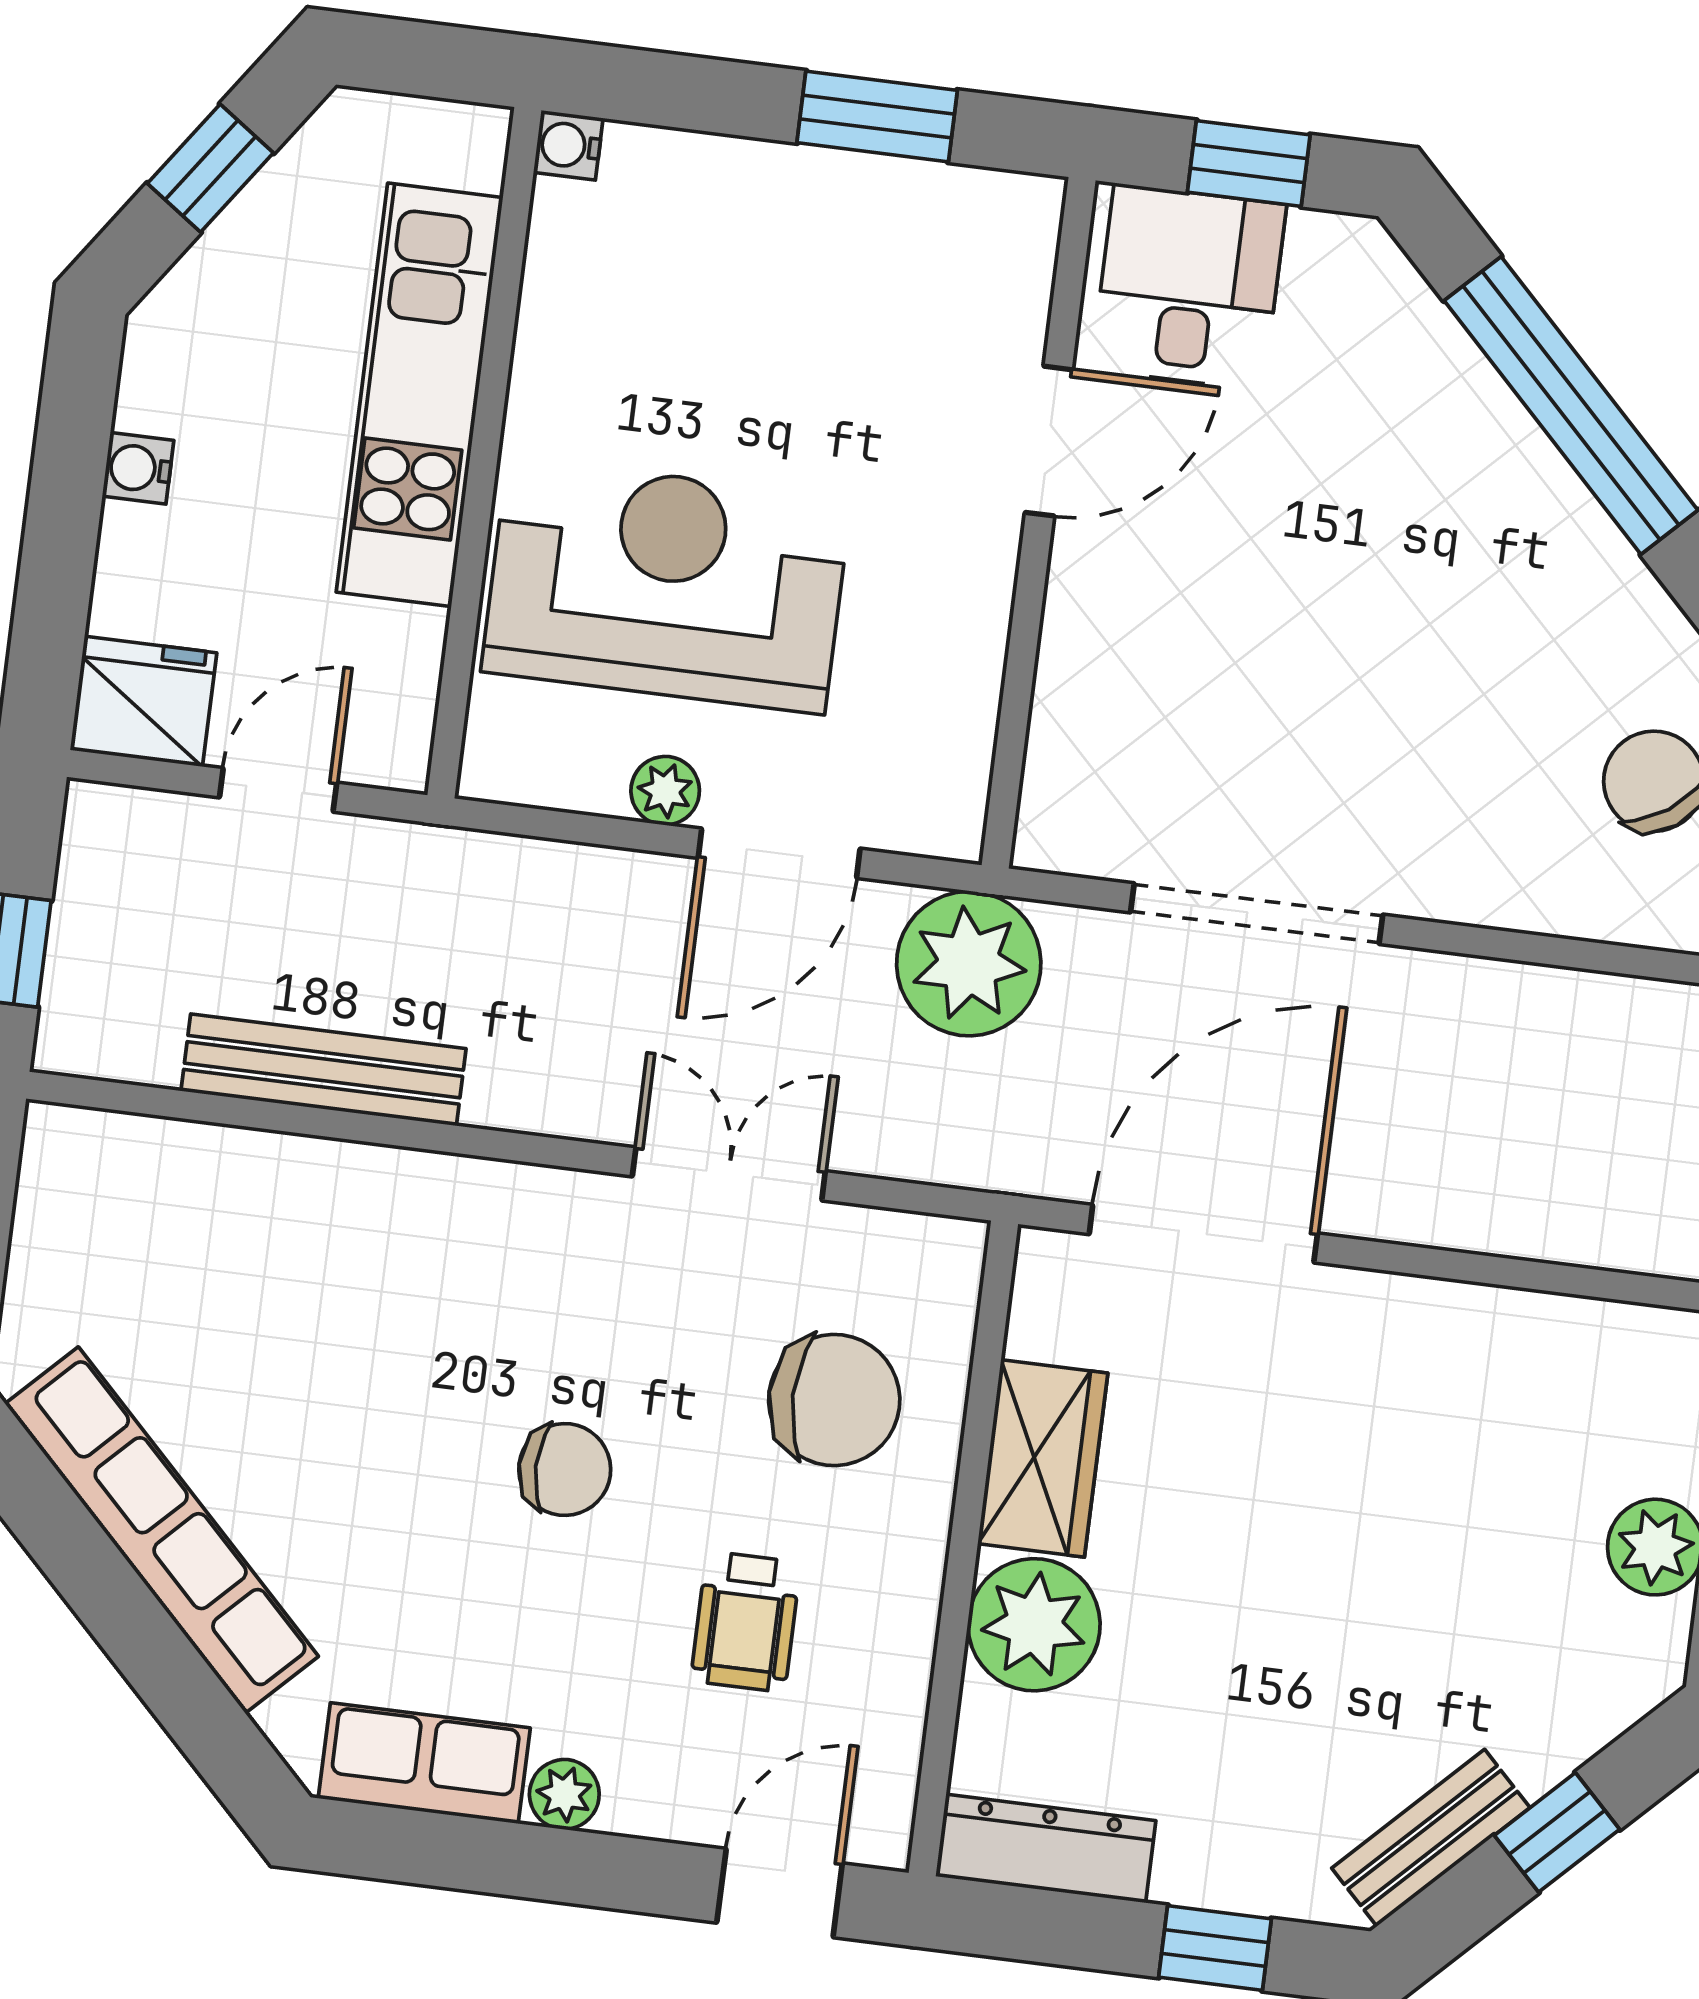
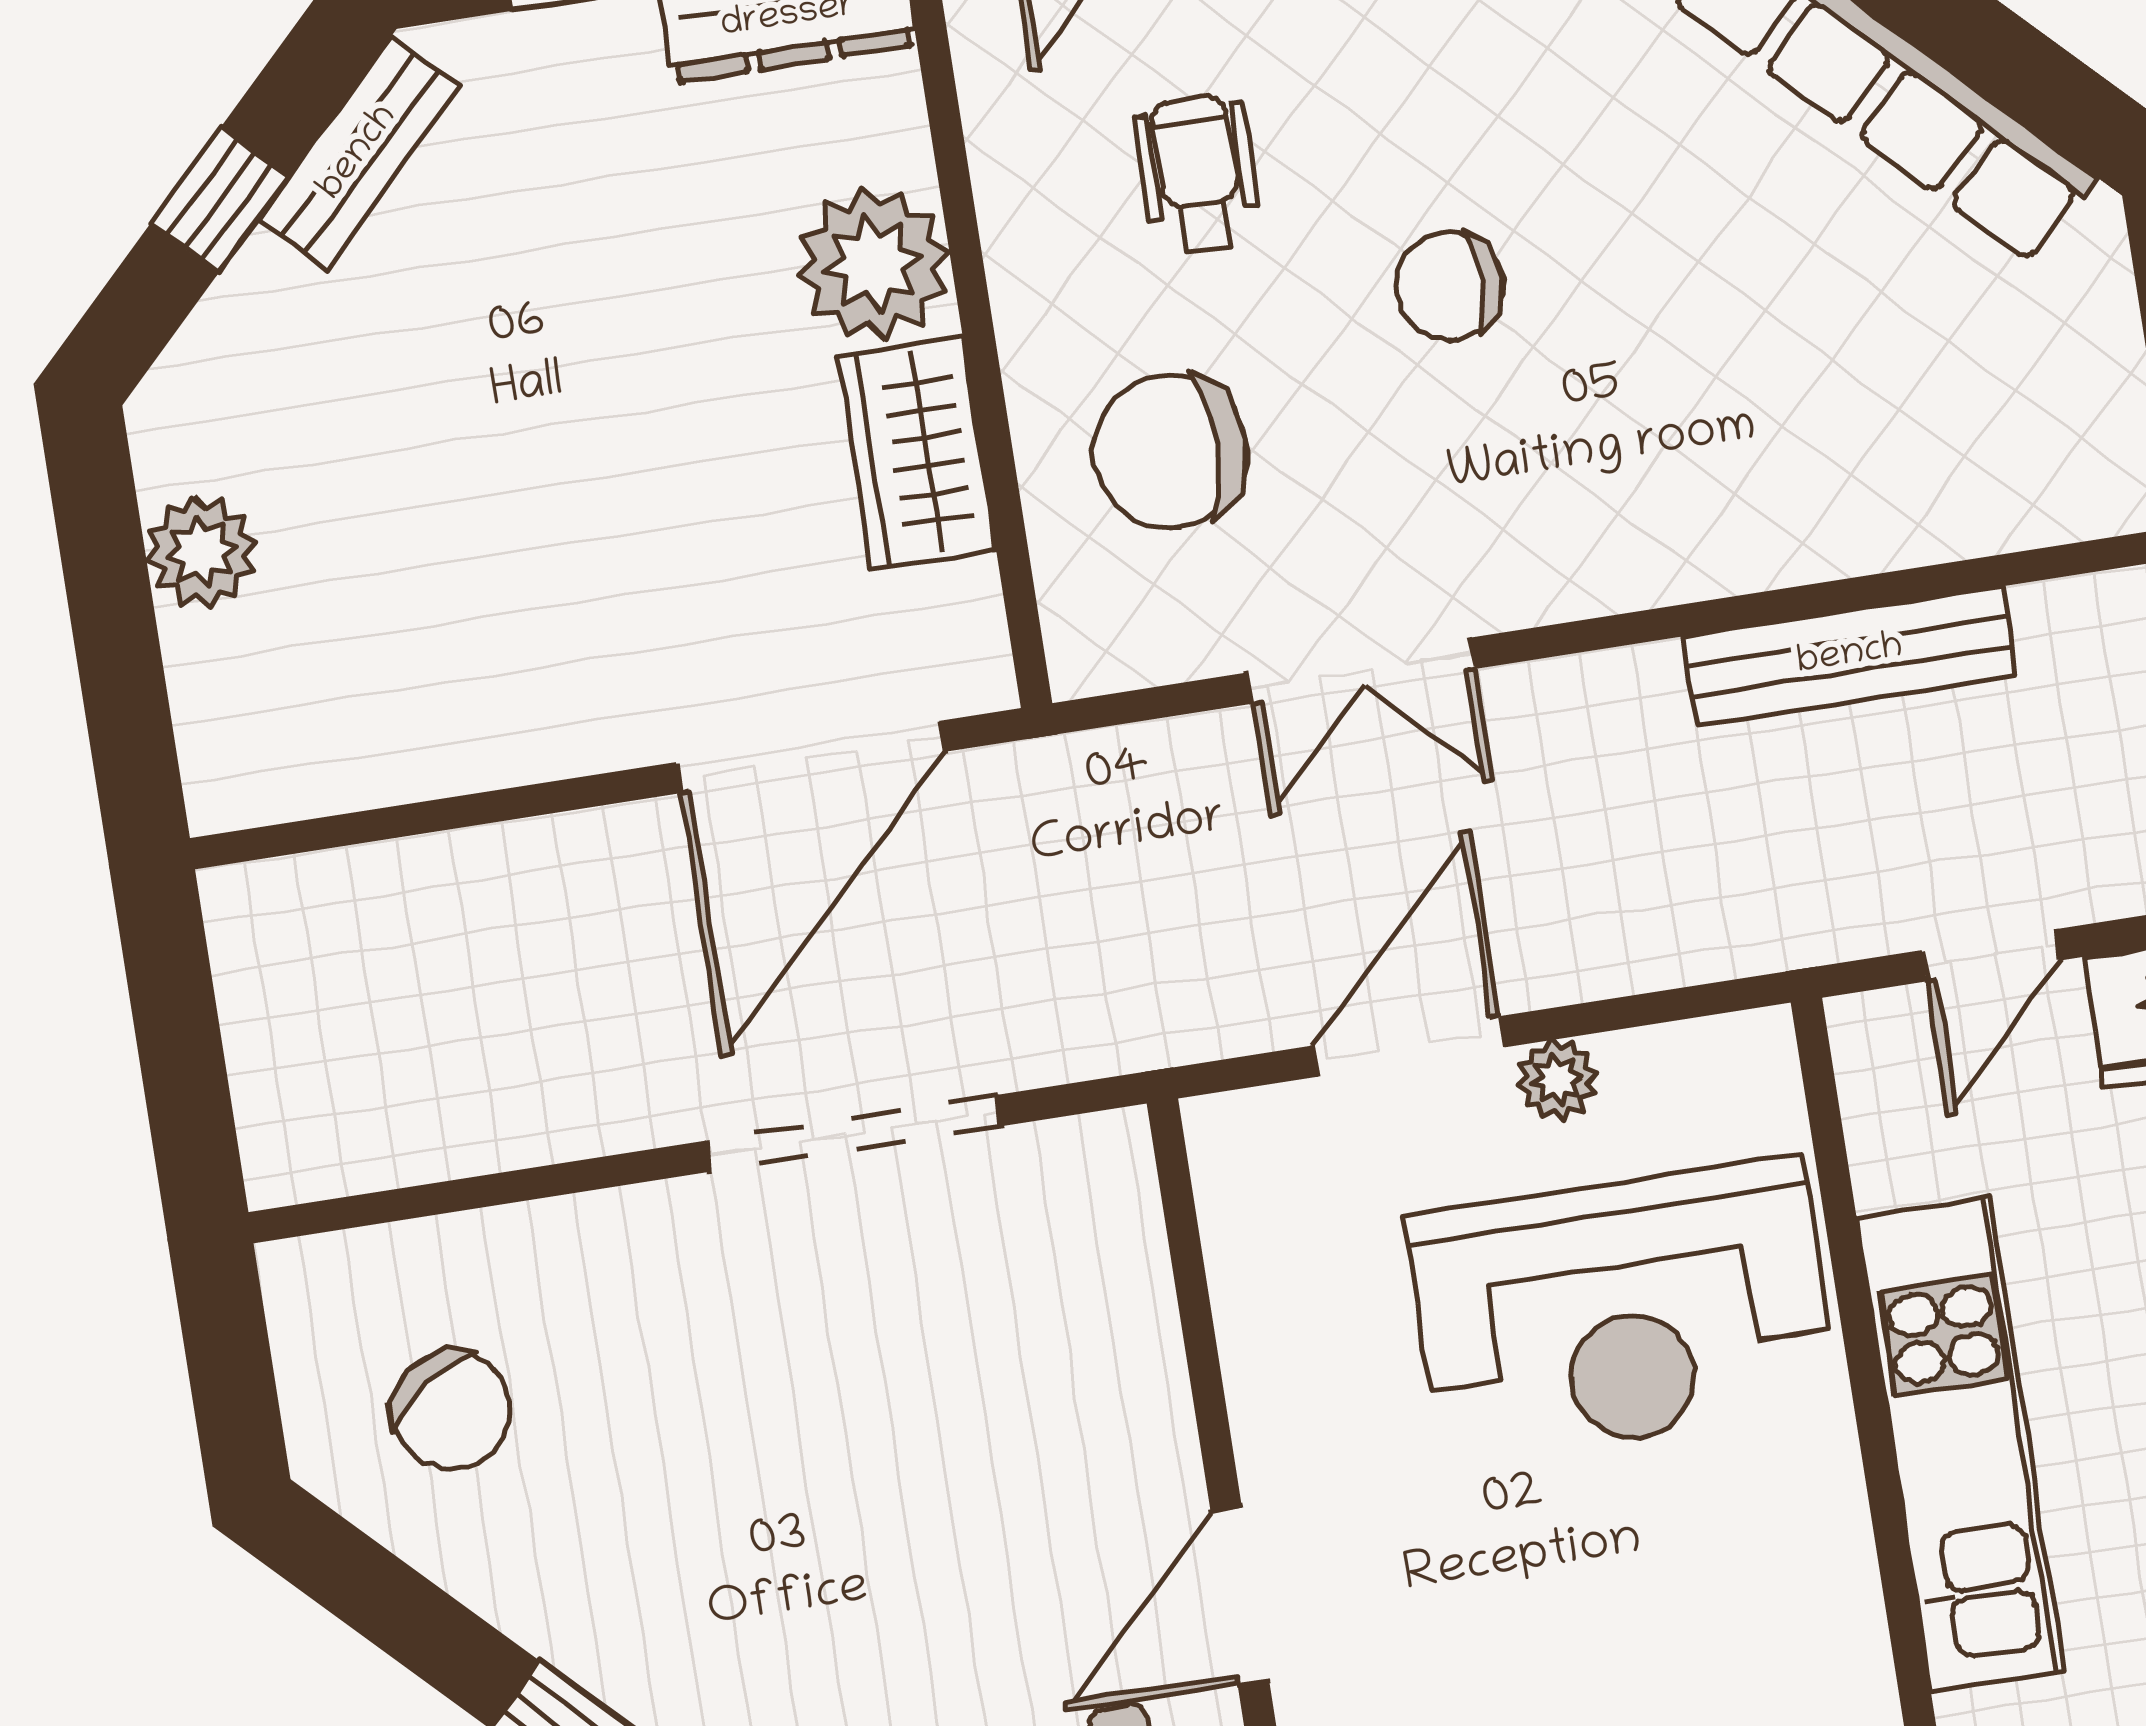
plant: (969, 964) -> (1161, 984), removed

